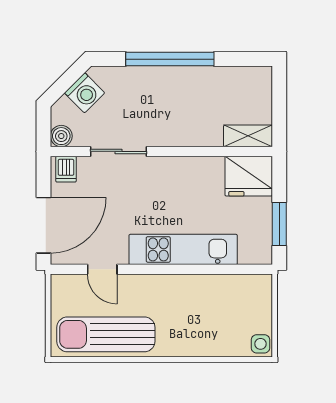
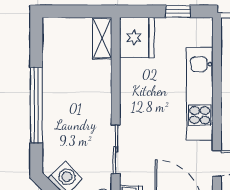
window: (279, 224) -> (178, 11), width x0.67

